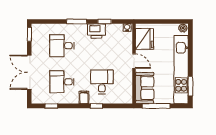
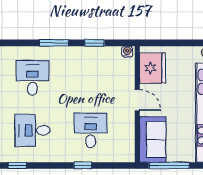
printer: (97, 31) -> (83, 57), removed
desk: (62, 46) -> (32, 78), turned 90
filing cabinet: (84, 97) -> (64, 153), removed

